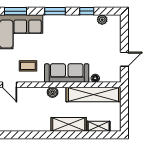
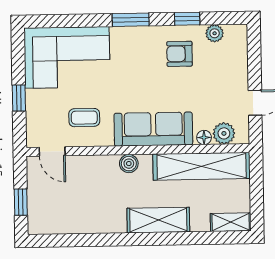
window: (15, 11) -> (61, 21), removed
armchair: (82, 31) -> (180, 54), added
plant: (106, 76) -> (224, 133), added
shelving: (99, 126) -> (231, 222), moved

